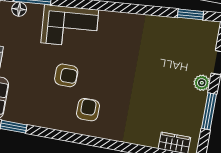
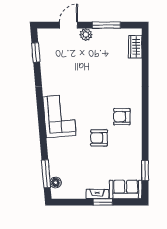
corner sofa: (70, 26) -> (59, 116), moved
armchair: (66, 75) -> (99, 138), turned -90

